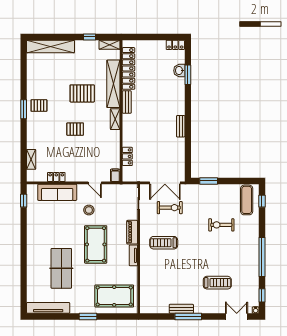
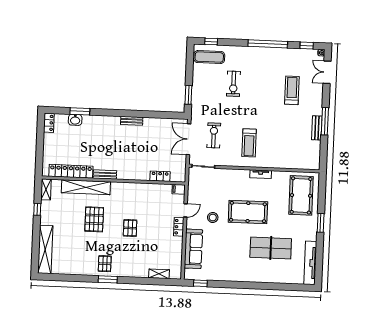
shelving: (115, 119) -> (122, 187), removed
locker: (56, 177) -> (179, 227), moved
double door: (165, 183) -> (188, 139), swing flipped
piano: (132, 232) -> (237, 175), removed

